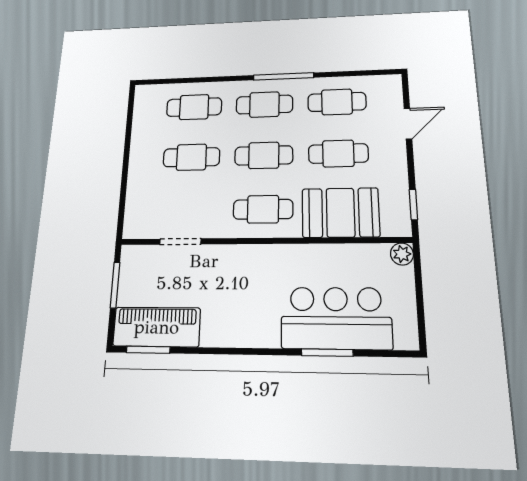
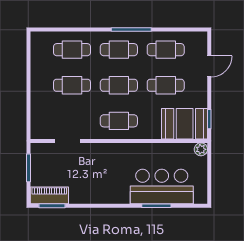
booth: (340, 213) -> (185, 124), moved
piano: (157, 327) -> (49, 195), width x0.73, depth x0.75

